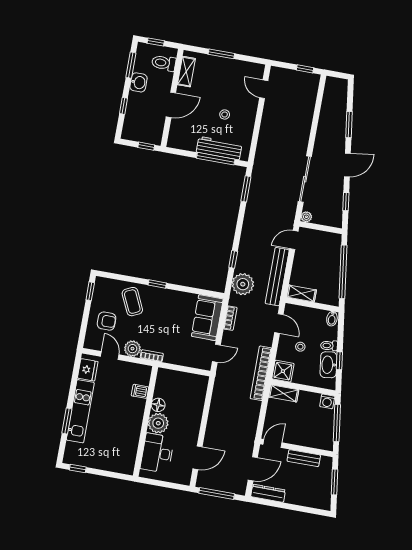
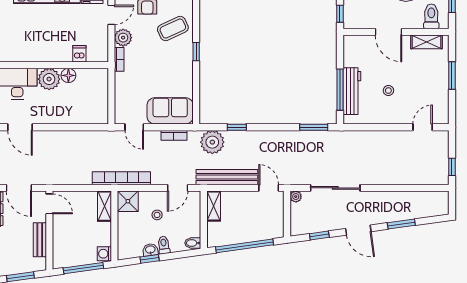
washbasin: (328, 365) -> (150, 250), width x0.52, depth x0.69

